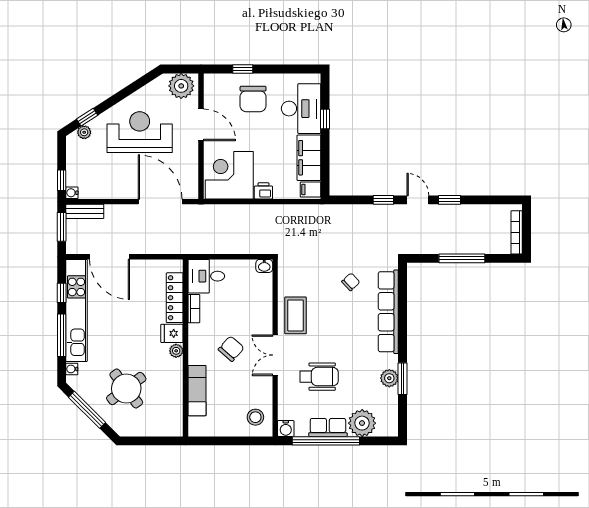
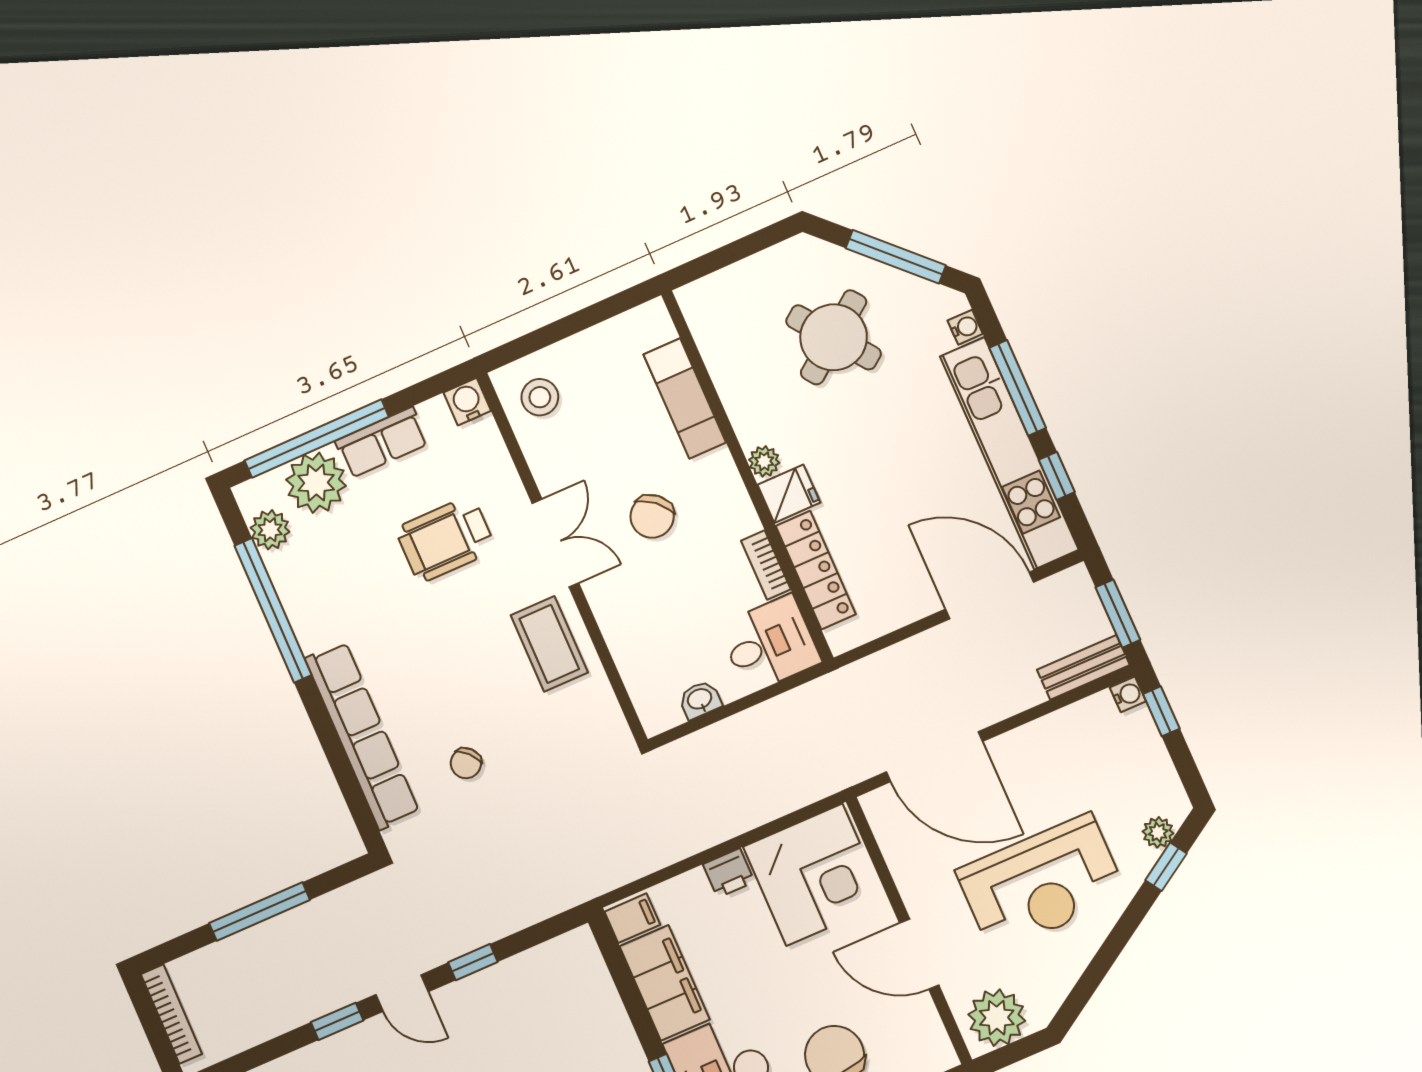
washbasin: (264, 266) -> (700, 700), moved
plant: (389, 378) -> (270, 530), moved
window: (403, 379) -> (273, 610), width x2.11
window: (326, 441) -> (317, 439), moved

